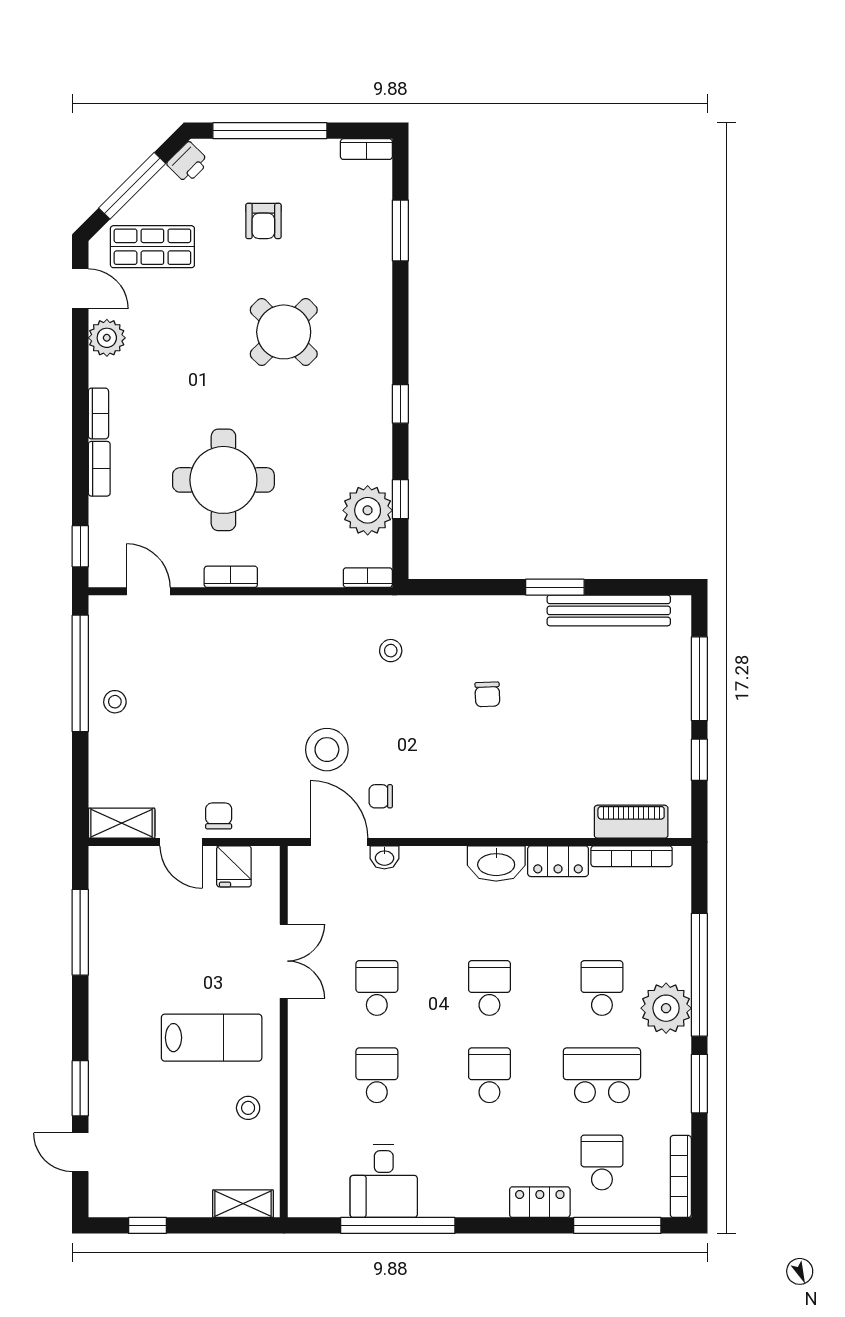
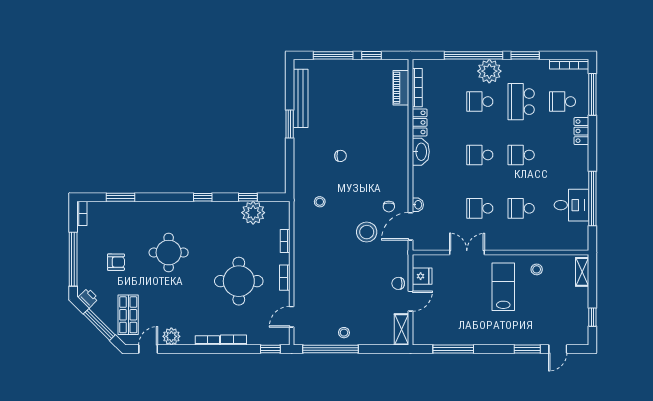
round table: (284, 332) -> (169, 253), turned 45
bookcase: (368, 578) -> (285, 241), moved

